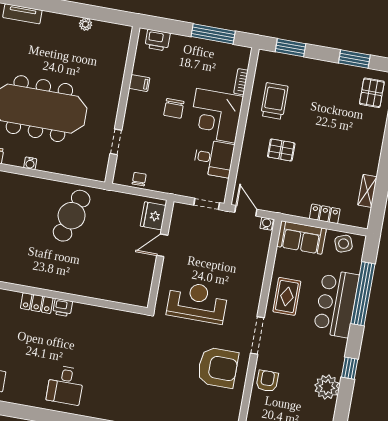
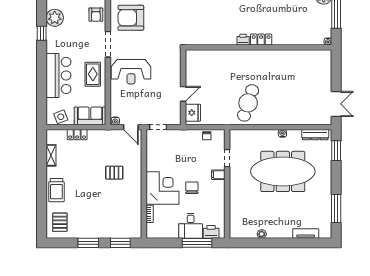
window: (213, 34) -> (197, 243), moved
window: (354, 59) -> (88, 243), moved
filing cabinet: (139, 83) -> (218, 175), moved
trolley: (274, 101) -> (56, 190), moved
desk: (214, 158) -> (191, 226), moved, turned -90
window: (363, 294) -> (42, 85), removed
reception desk: (197, 302) -> (131, 72), moved

